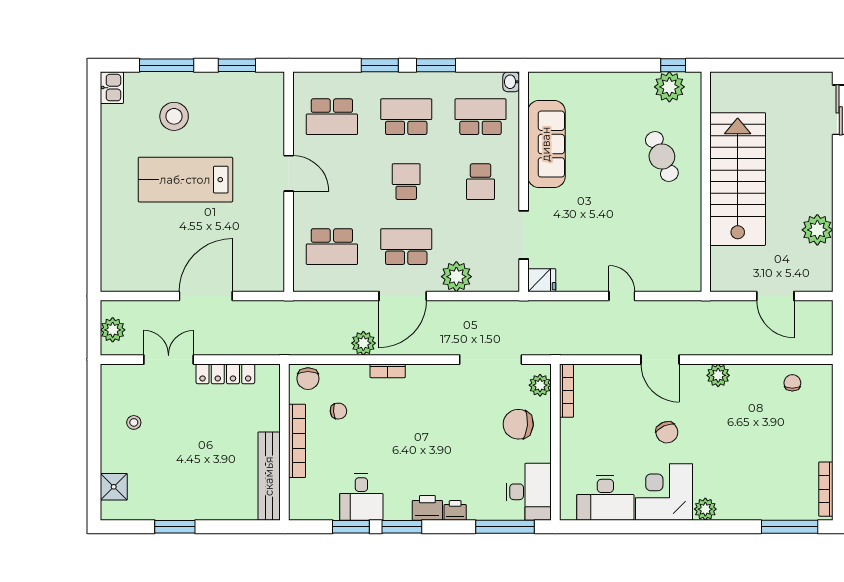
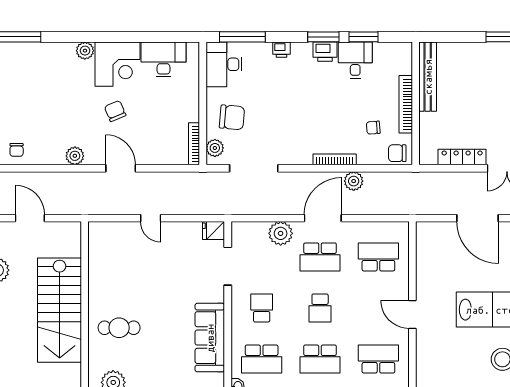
cafe table: (662, 156) -> (119, 328), turned -66
door: (206, 296) -> (477, 218), hinge flipped
bookcase: (388, 371) -> (335, 159), width x1.56
chair: (308, 379) -> (397, 153), turned -90
printer: (427, 508) -> (325, 52), moved

